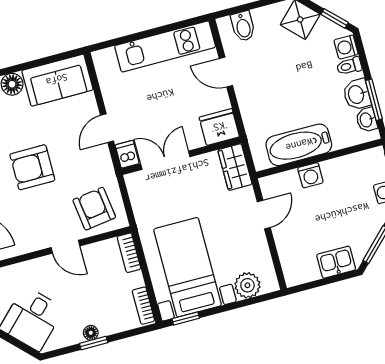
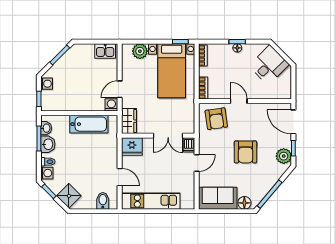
armchair: (32, 167) -> (246, 152), turned 90
washing machine: (310, 175) -> (111, 105), moved
kitchen sink: (336, 262) -> (105, 51), moved

